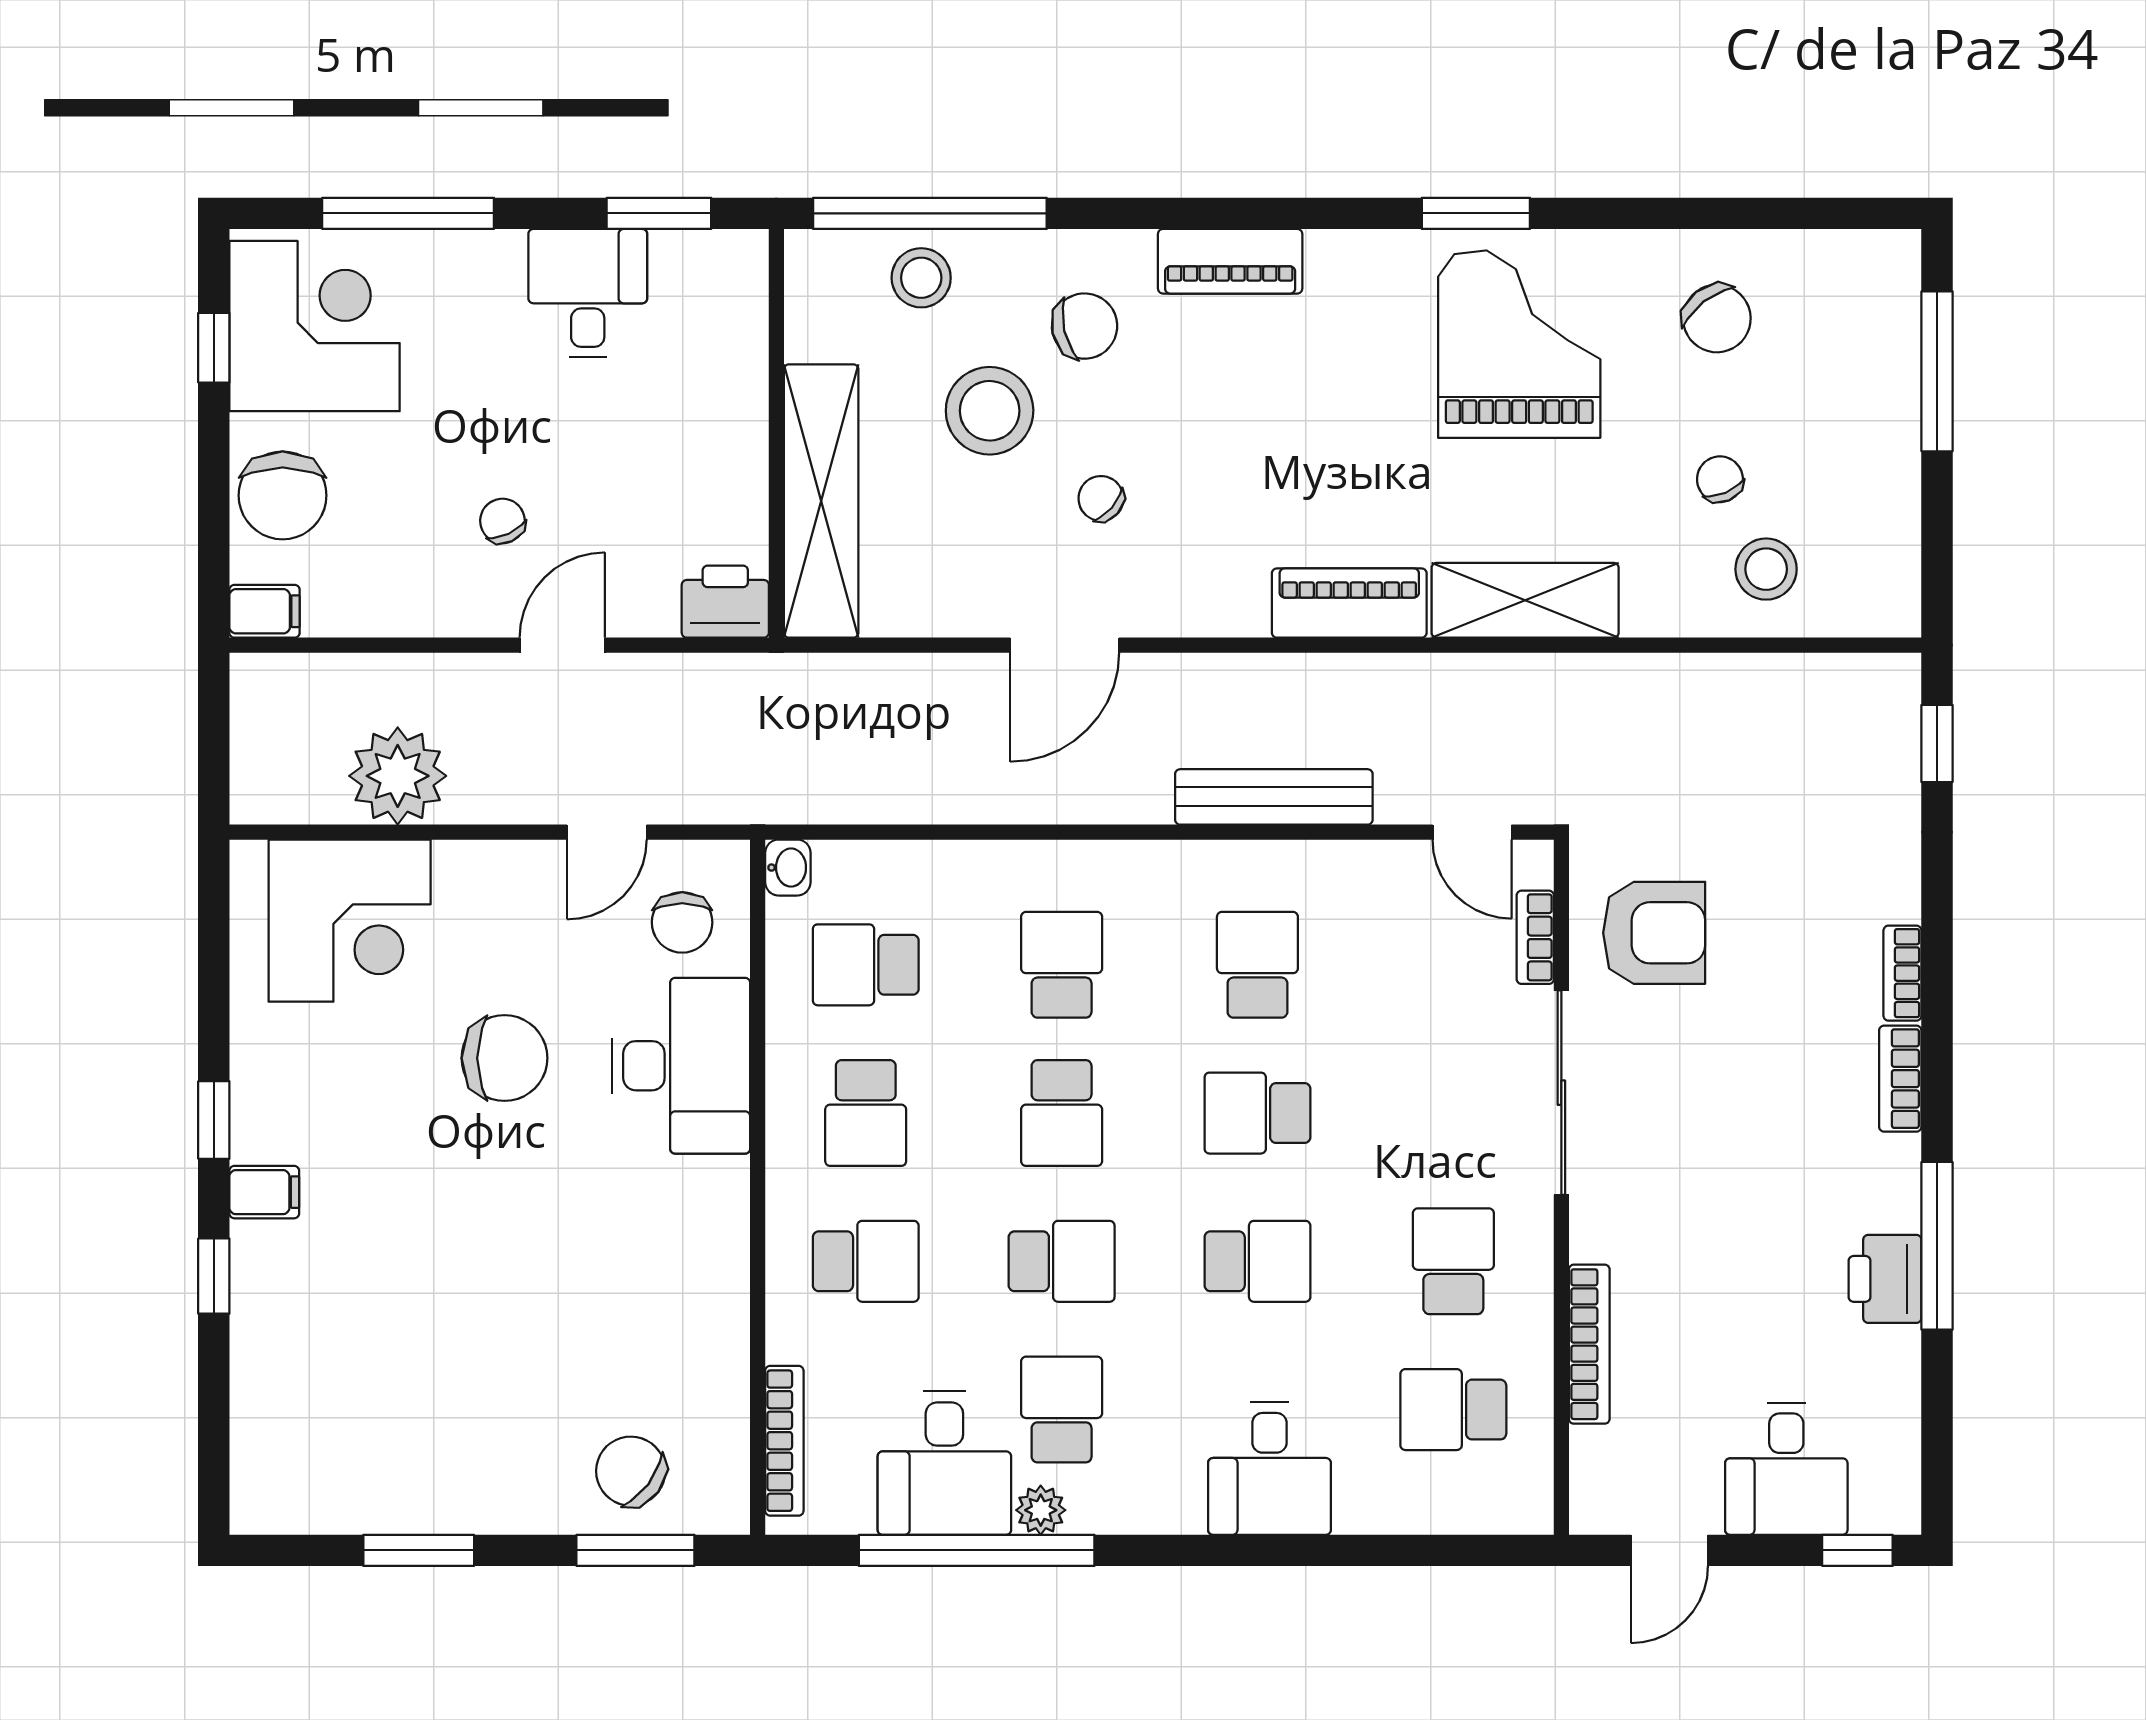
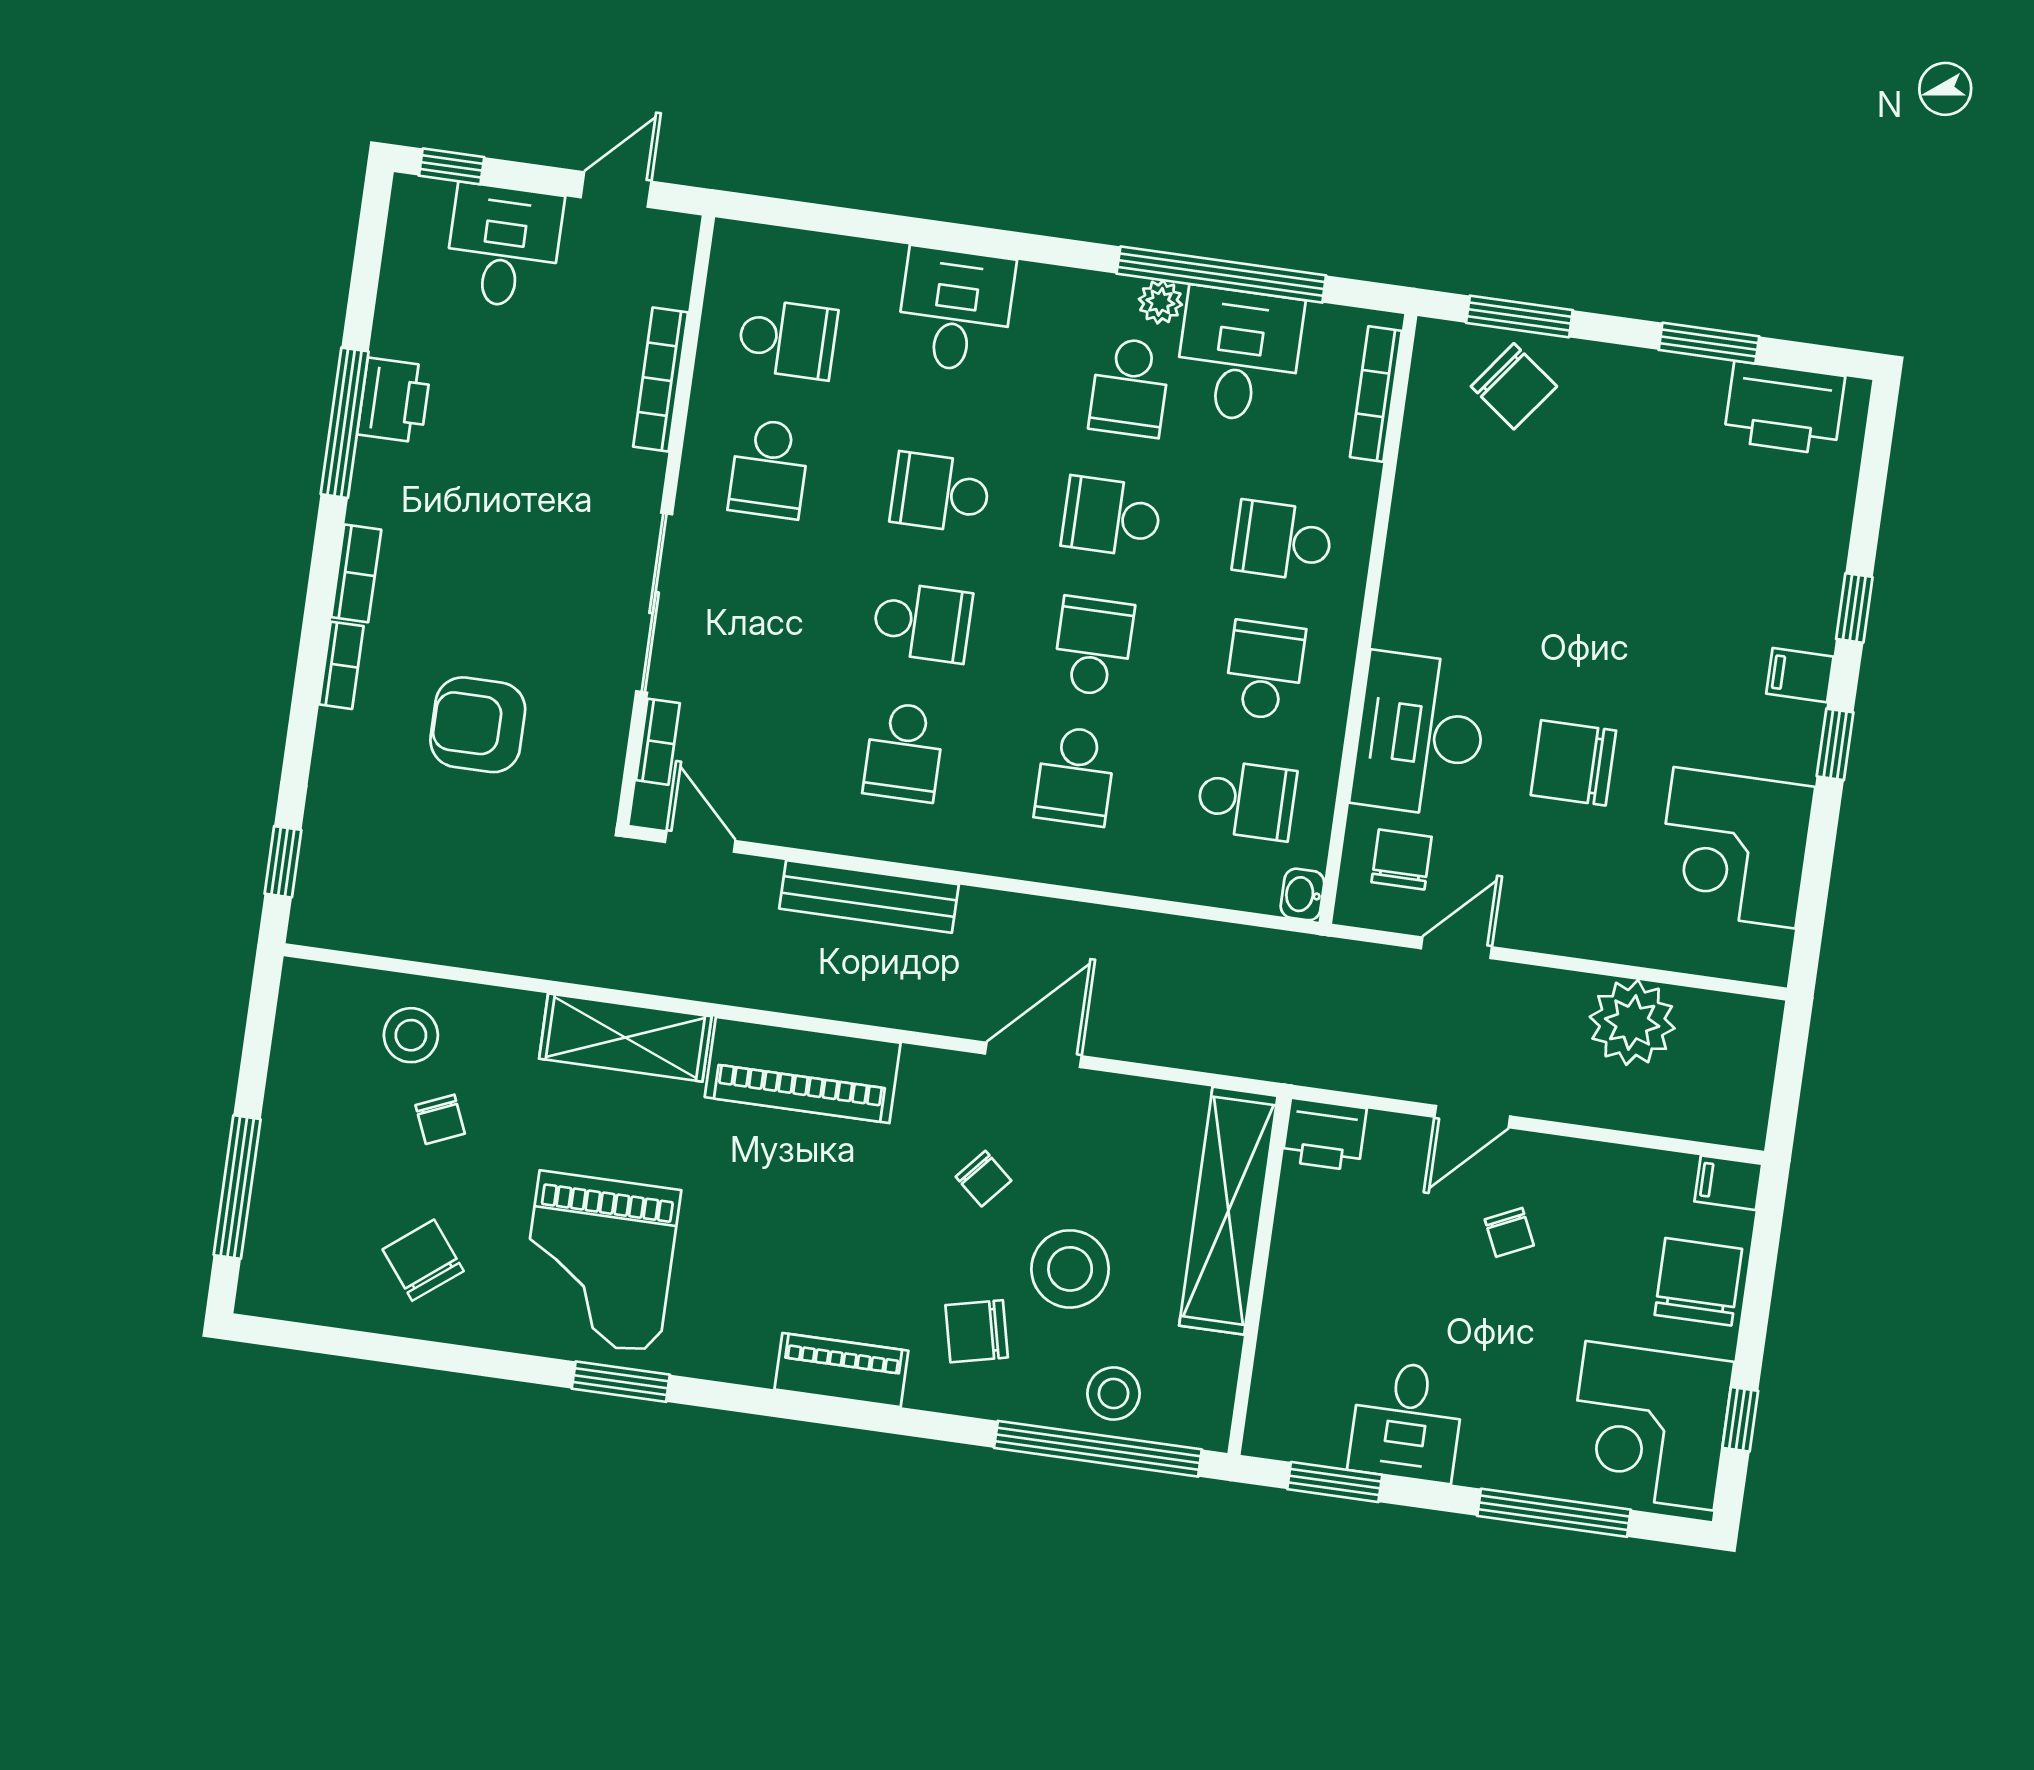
piano: (1349, 603) -> (803, 1070), width x1.37, depth x1.33
corner desk: (350, 921) -> (1734, 848), moved, turned -90
armchair: (1654, 933) -> (478, 725), moved
printer: (324, 1489) -> (1784, 408), added

